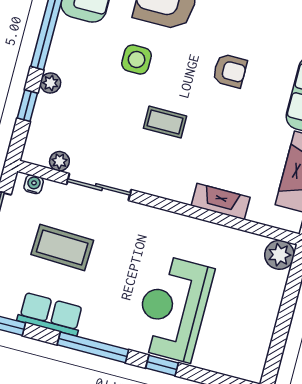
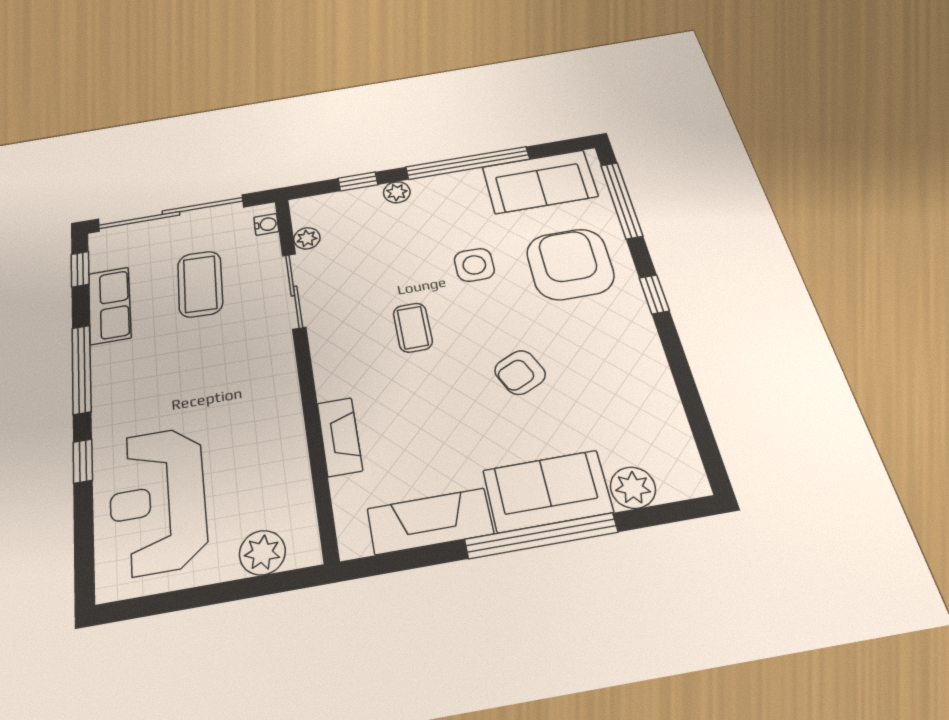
armchair: (230, 71) -> (520, 372), turned 65
plant: (279, 255) -> (262, 553), moved
reception desk: (173, 308) -> (157, 500), moved, turned -90

